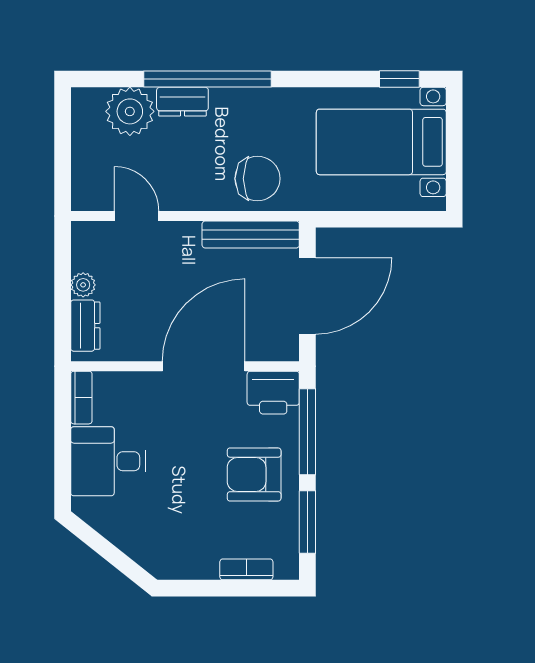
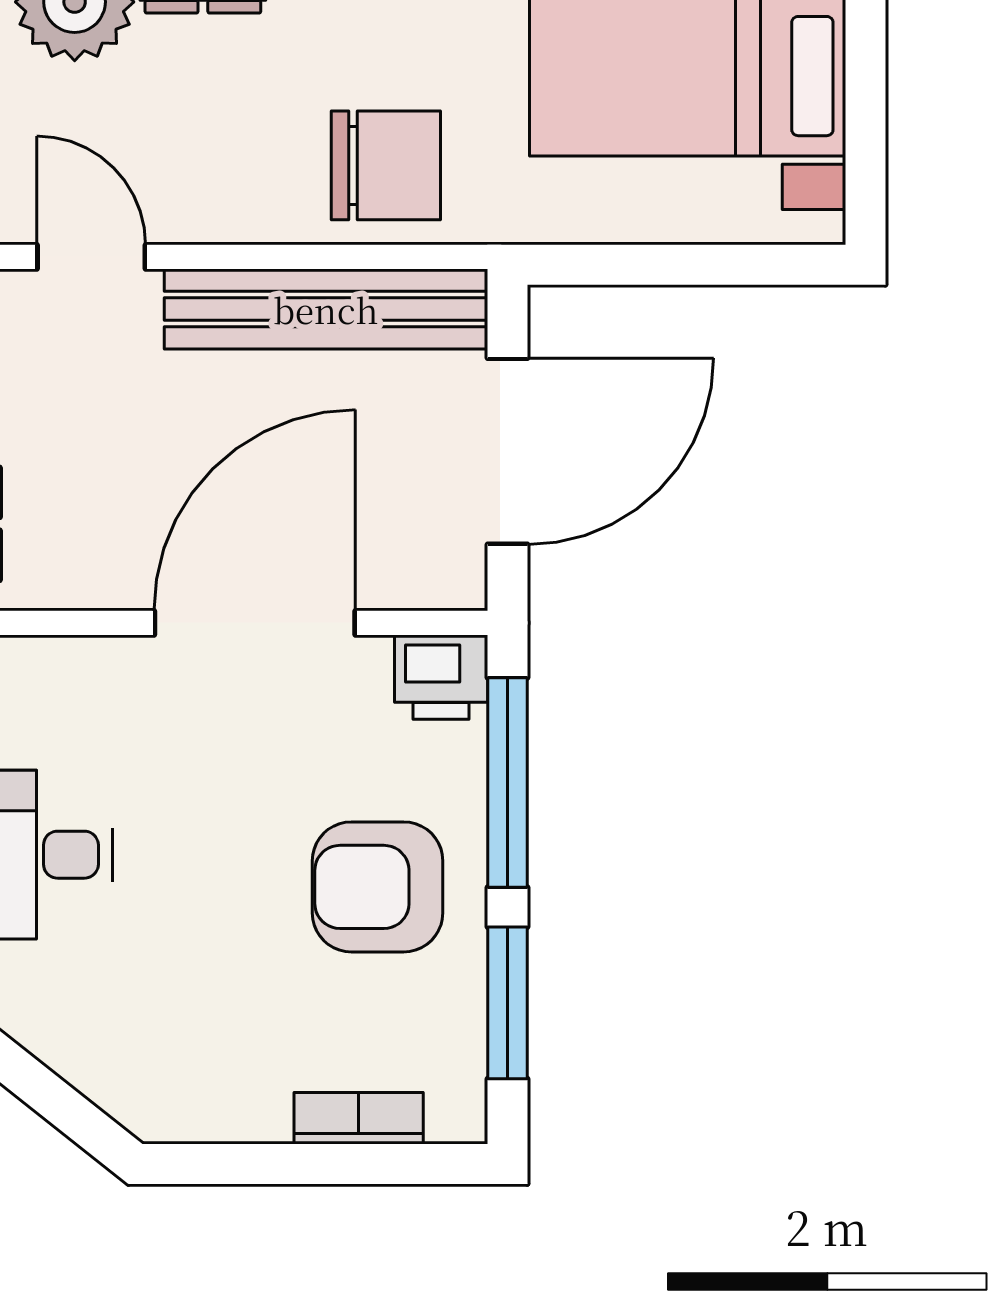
bench: (251, 235) -> (326, 309), width x1.37, depth x1.21
printer: (273, 393) -> (441, 677), width x0.73, depth x0.81

